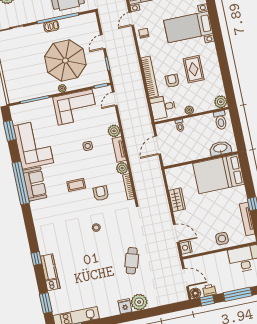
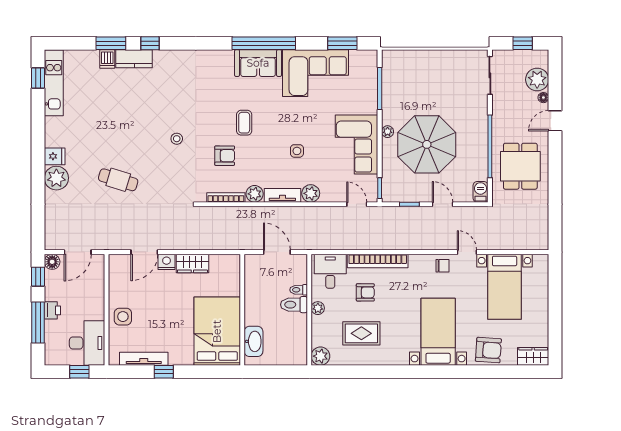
barbecue: (51, 26) -> (480, 192), moved
rug: (194, 69) -> (361, 333), moved
toilet: (221, 120) -> (294, 305), moved
nightstand: (186, 248) -> (167, 262), moved
printer: (209, 290) -> (52, 310), moved
window: (46, 303) -> (111, 43), moved

